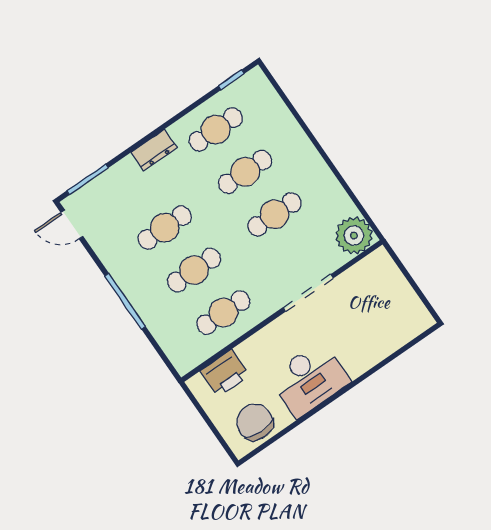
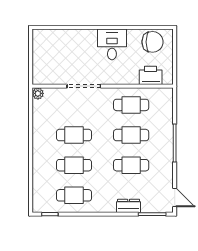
dresser: (154, 150) -> (129, 206), moved
plant: (354, 235) -> (38, 93), width x0.53, depth x0.53
desk: (309, 379) -> (112, 44), width x0.73
chair: (255, 422) -> (152, 42), turned -90

